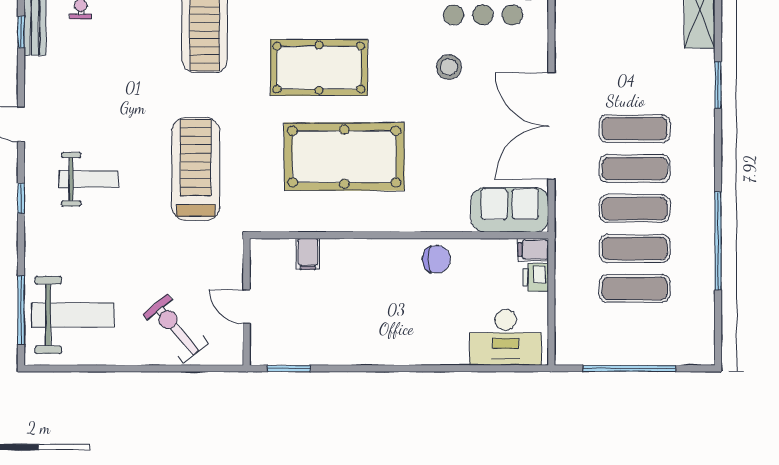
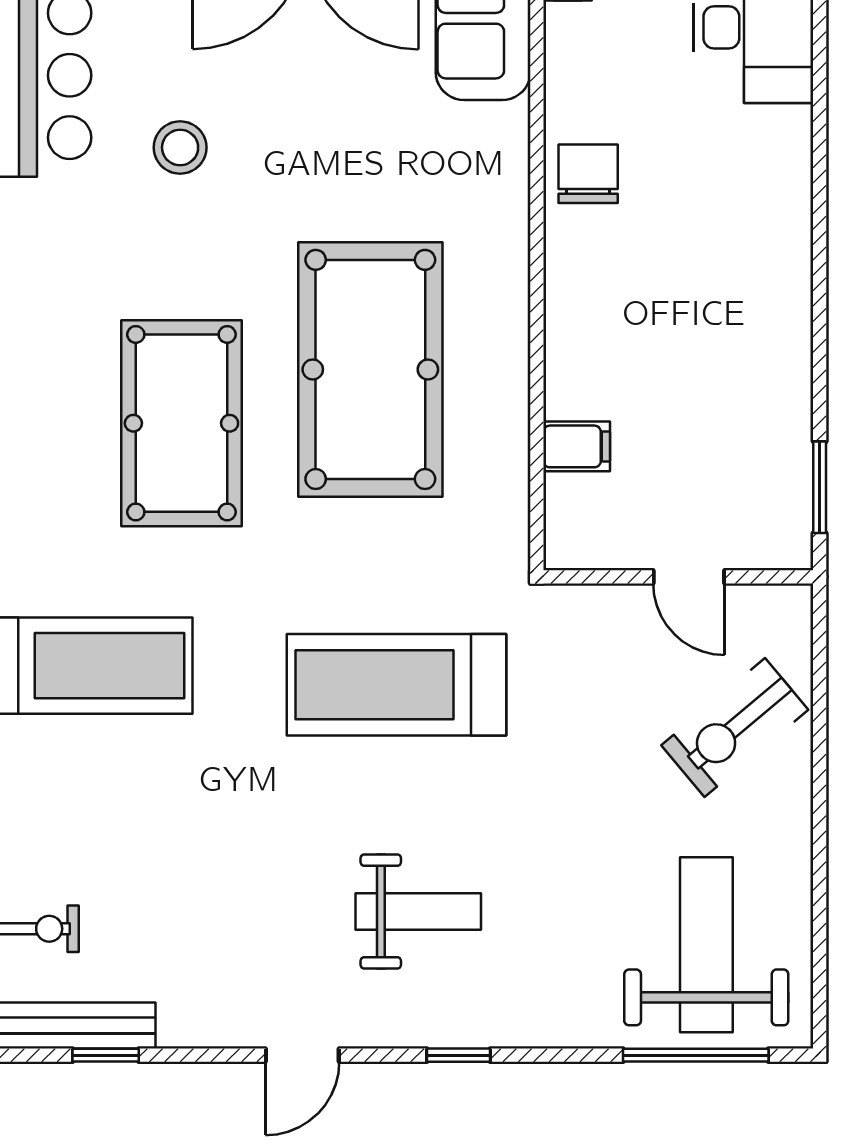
weight bench: (89, 179) -> (418, 911), turned 90
door: (247, 307) -> (689, 577), hinge flipped

